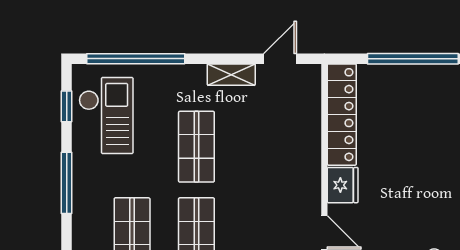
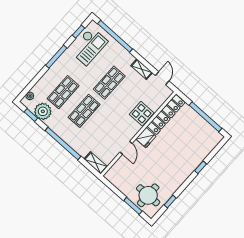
door: (280, 59) -> (162, 78), hinge flipped
display table: (299, 150) -> (142, 114), added

